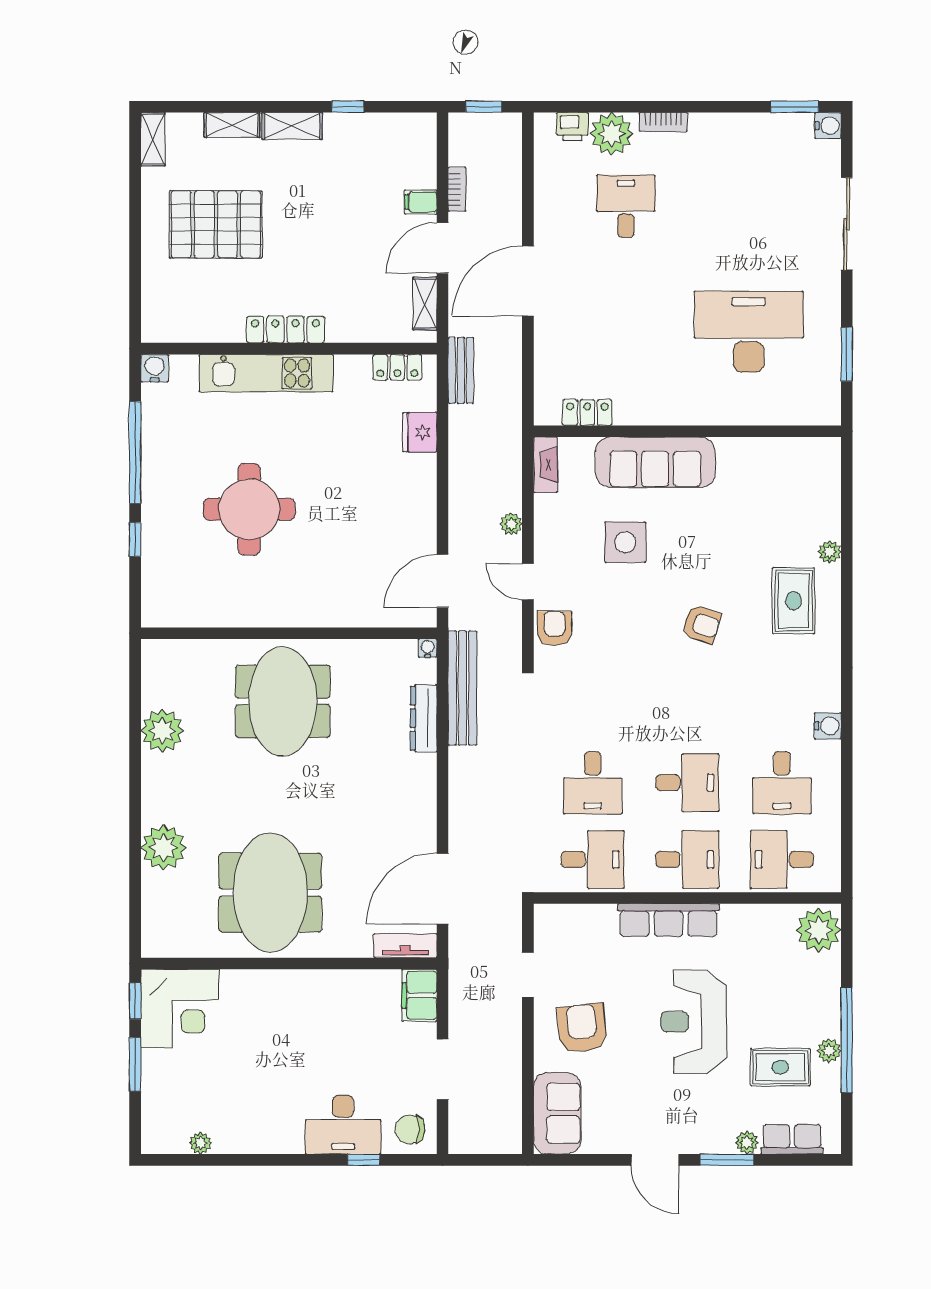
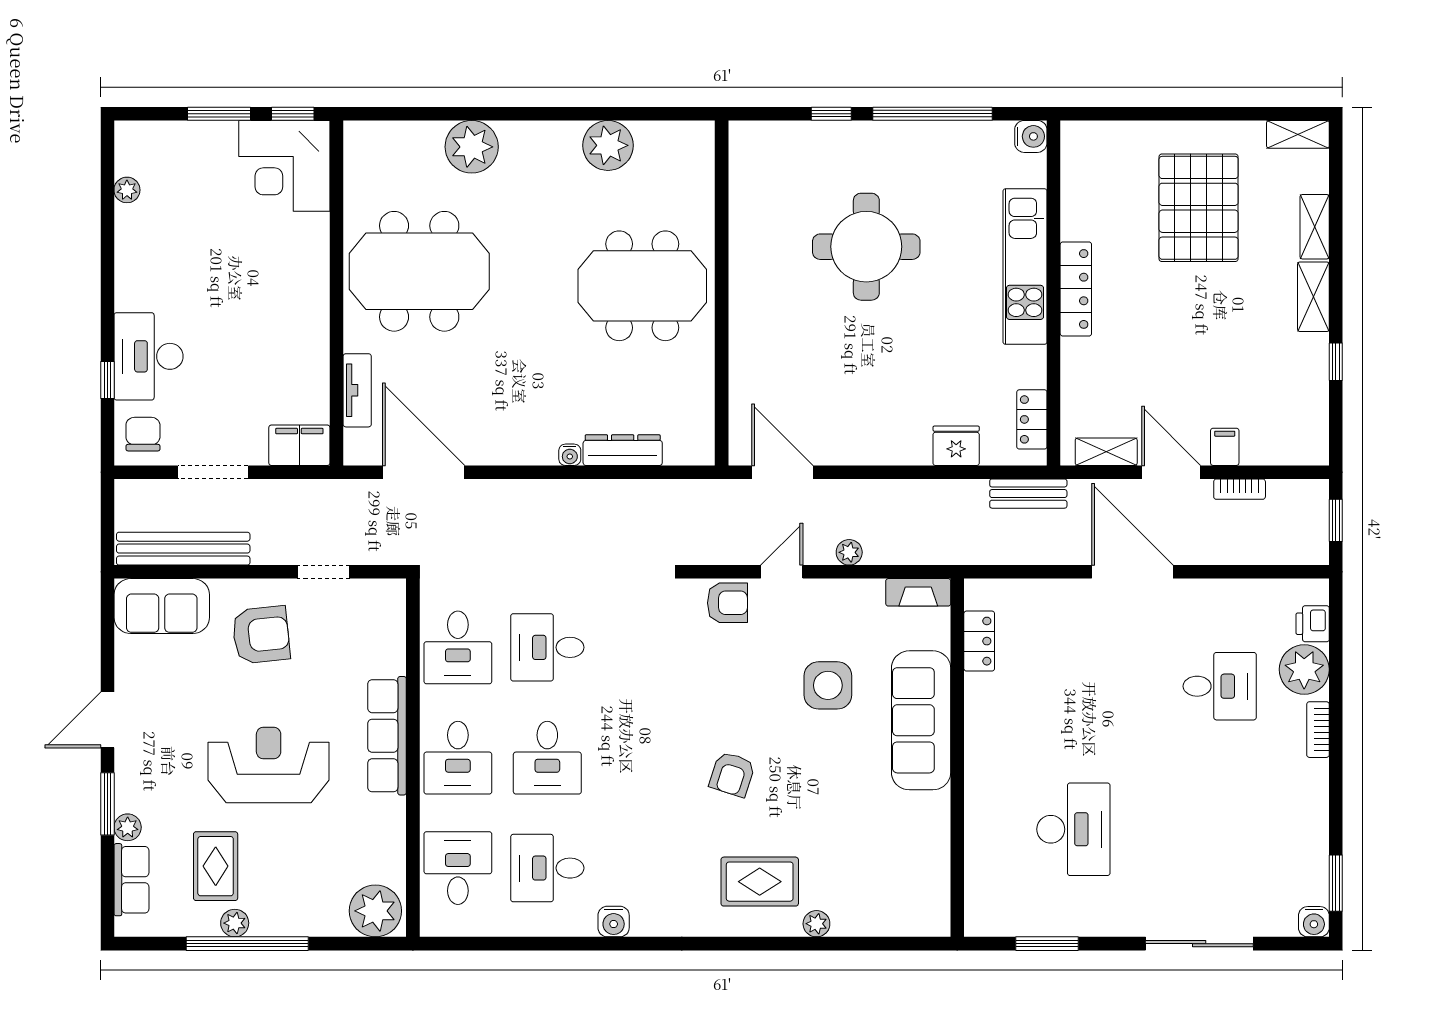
desk: (749, 332) -> (1073, 829), width x0.73, depth x0.77
water cooler: (428, 648) -> (570, 455), moved, turned 90
bench: (462, 688) -> (183, 549), moved
tv unit: (405, 946) -> (357, 390), moved

